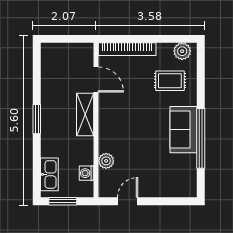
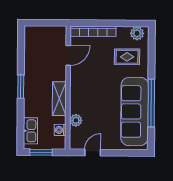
door: (96, 79) -> (68, 55), hinge flipped
shelving: (85, 115) -> (59, 99), moved
sofa: (184, 130) -> (135, 111), width x1.85, depth x1.27

